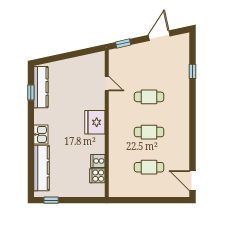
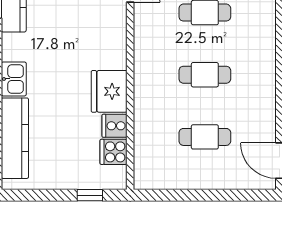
fridge: (95, 122) -> (109, 91), moved
window: (51, 200) -> (90, 195), moved

